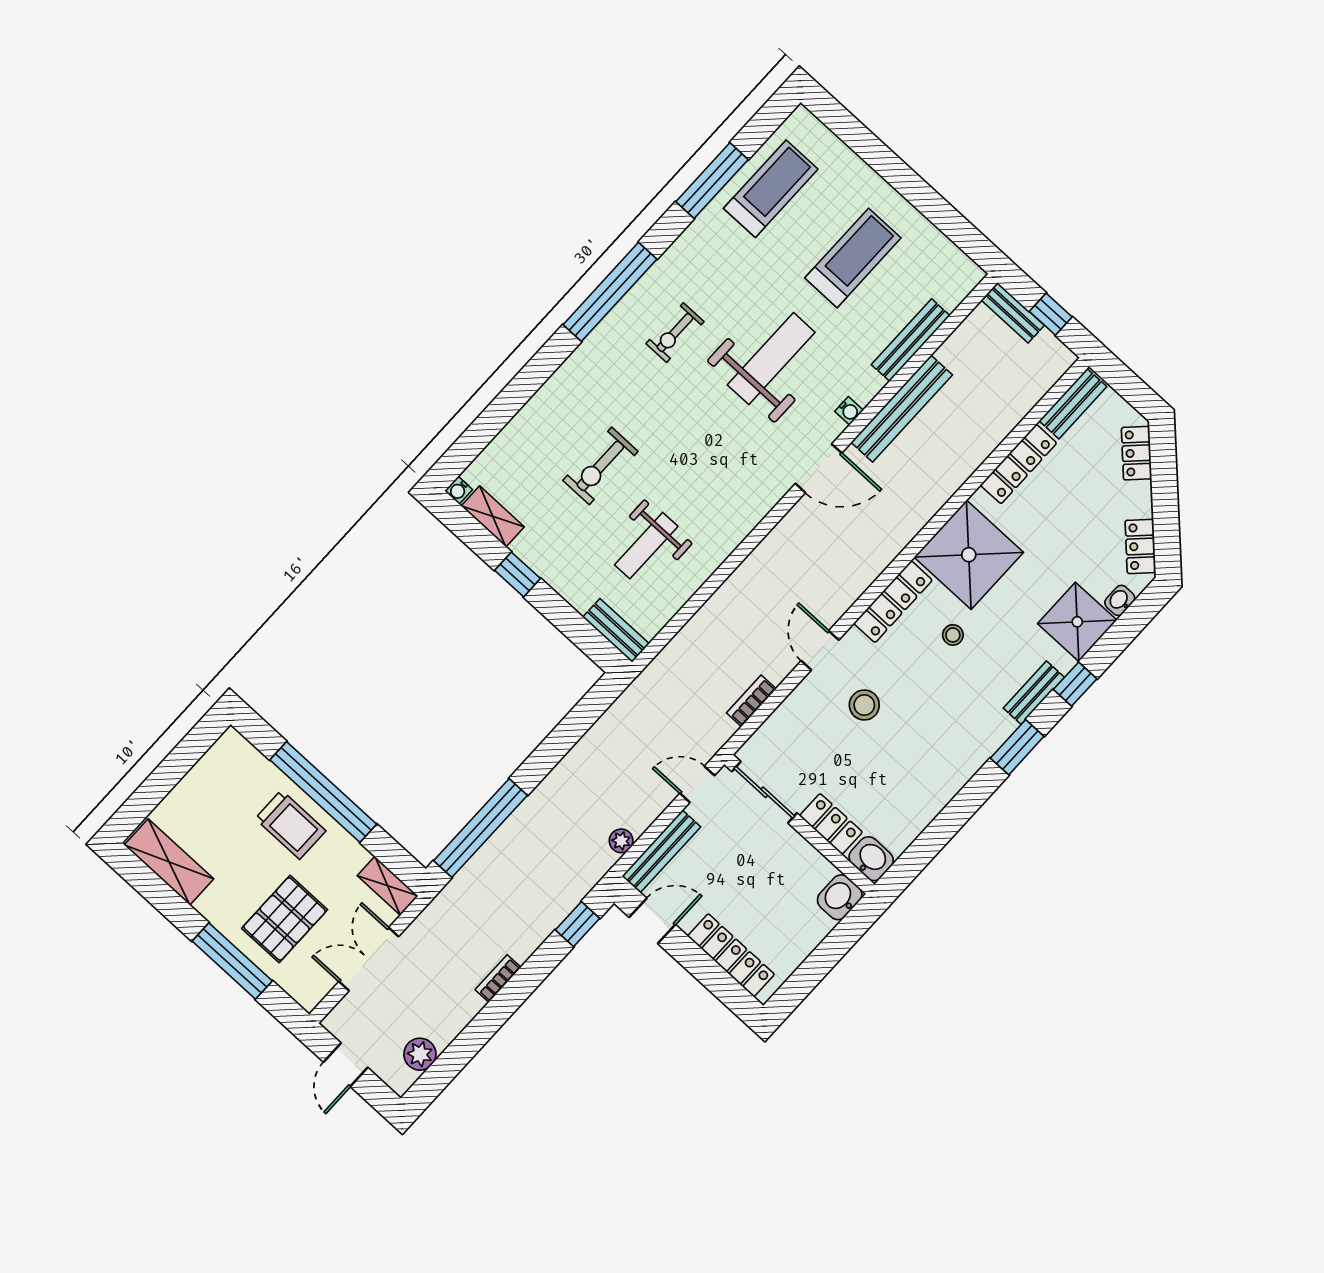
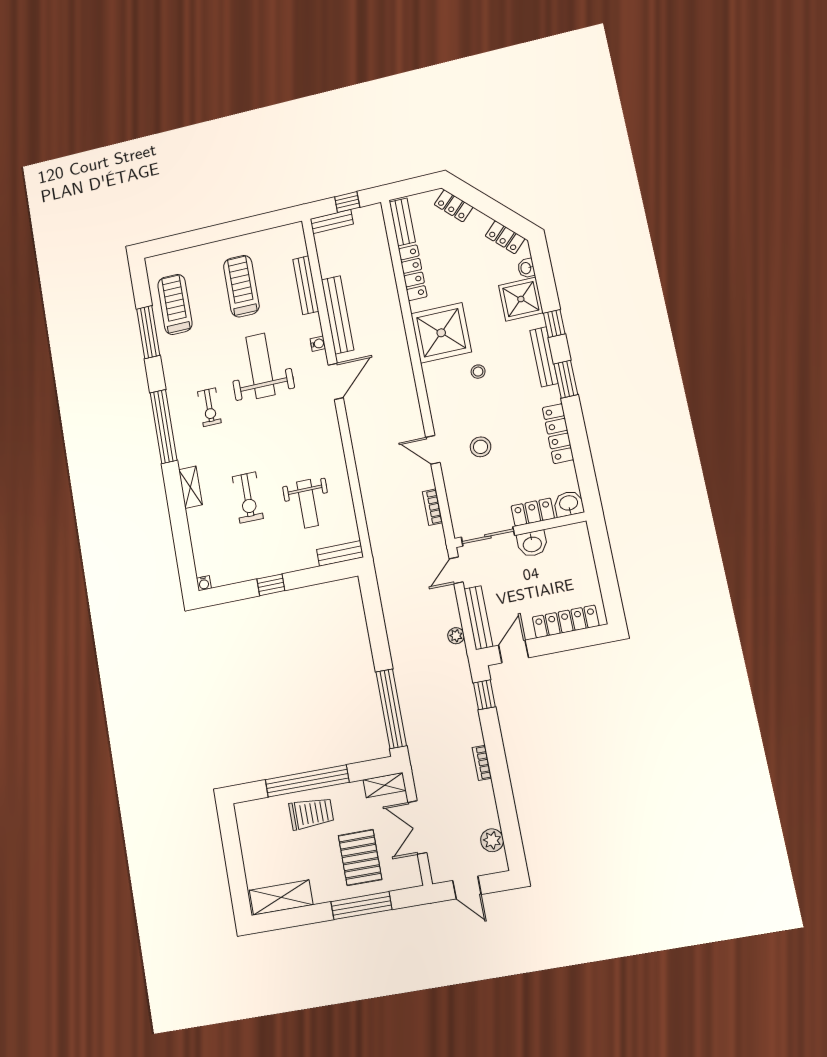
shelving: (493, 516) -> (190, 487), moved, turned 90
locker: (893, 602) -> (558, 434), moved, turned 180
bench: (1034, 693) -> (544, 357), width x1.36
washbasin: (840, 897) -> (532, 544), moved, turned -90

